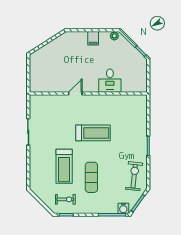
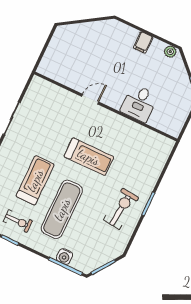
treadmill: (64, 166) -> (35, 180), turned 180
exercise bike: (134, 176) -> (121, 209), moved
exercise mat: (91, 177) -> (62, 209), width x1.36, depth x1.45
water cooler: (123, 208) -> (65, 256), moved

